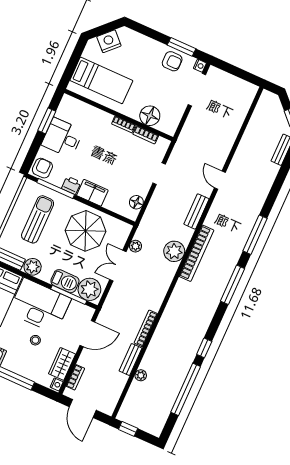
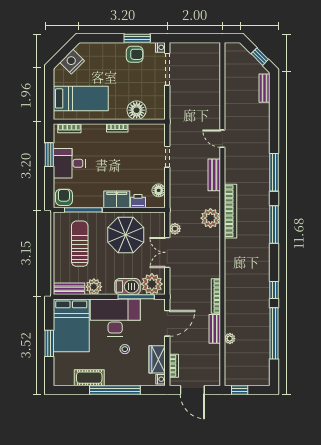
bookcase: (146, 135) -> (69, 128), moved
printer: (71, 185) -> (138, 201), moved

